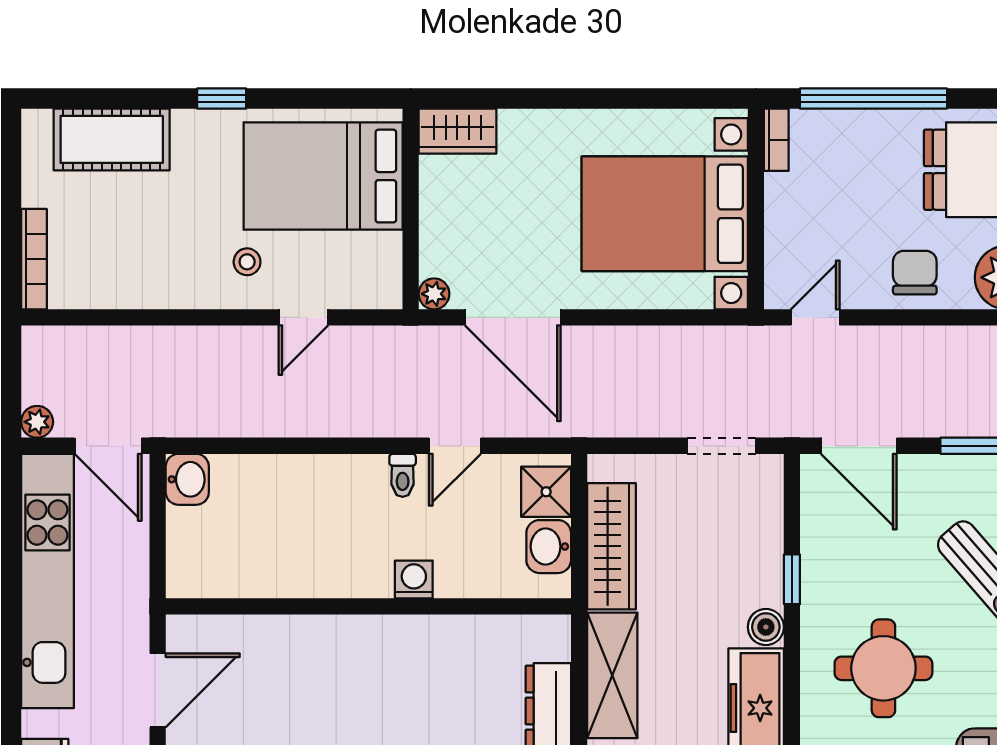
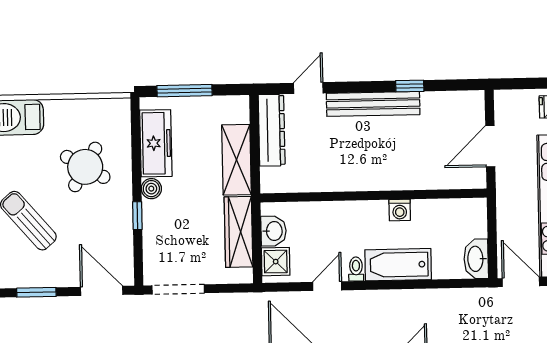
doorway: (722, 446) -> (178, 289), width x1.38
washbasin: (187, 479) -> (476, 259), width x1.38
bathtub: (327, 482) -> (398, 265), added
washing machine: (414, 579) -> (400, 210), moved
round table: (883, 668) -> (85, 167), turned 30

